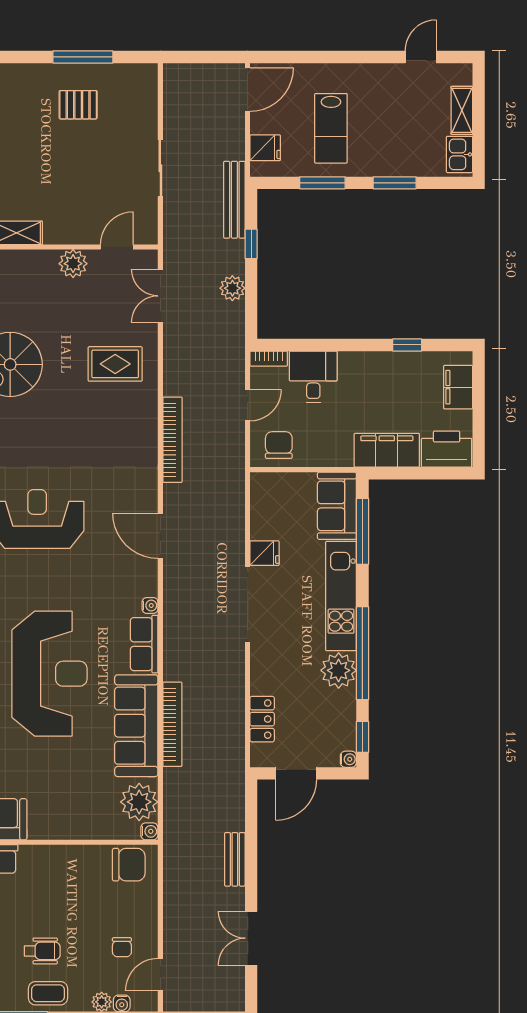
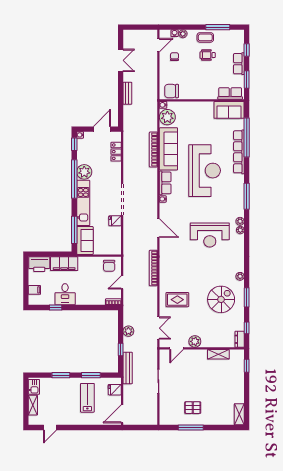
desk: (313, 377) -> (65, 294), moved
filing cabinet: (458, 387) -> (34, 290), width x0.50
reception desk: (50, 674) -> (205, 171), turned 180

